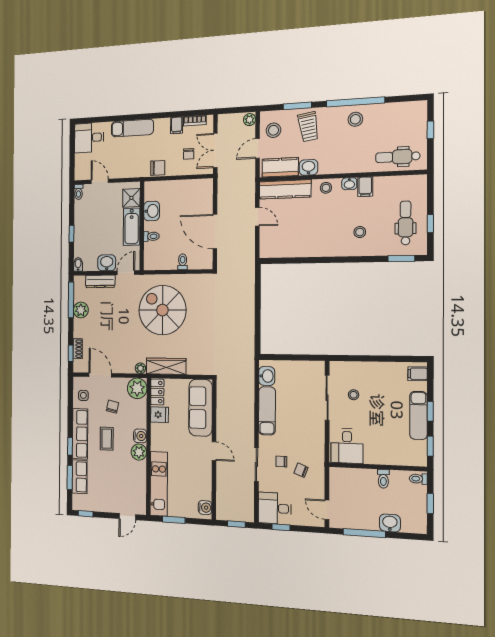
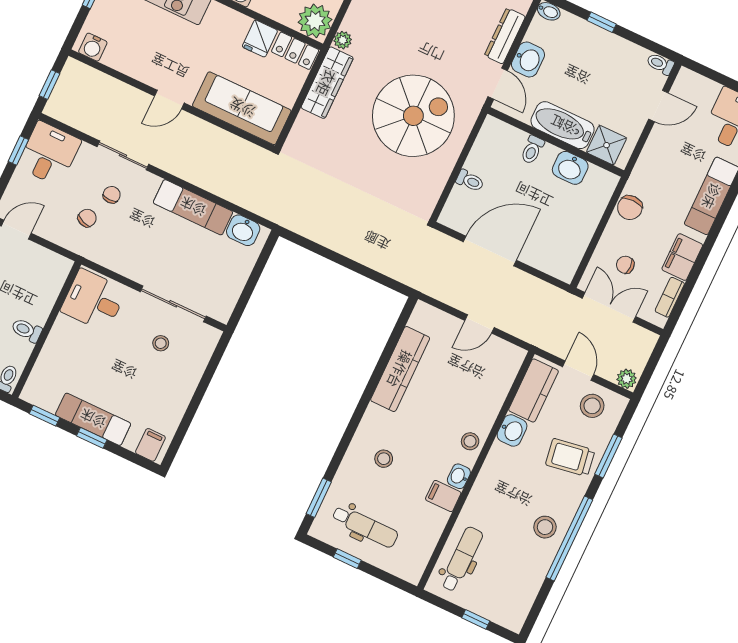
filing cabinet: (177, 125) -> (682, 257), width x2.00
kitchen counter: (285, 189) -> (400, 369), moved, turned 180

